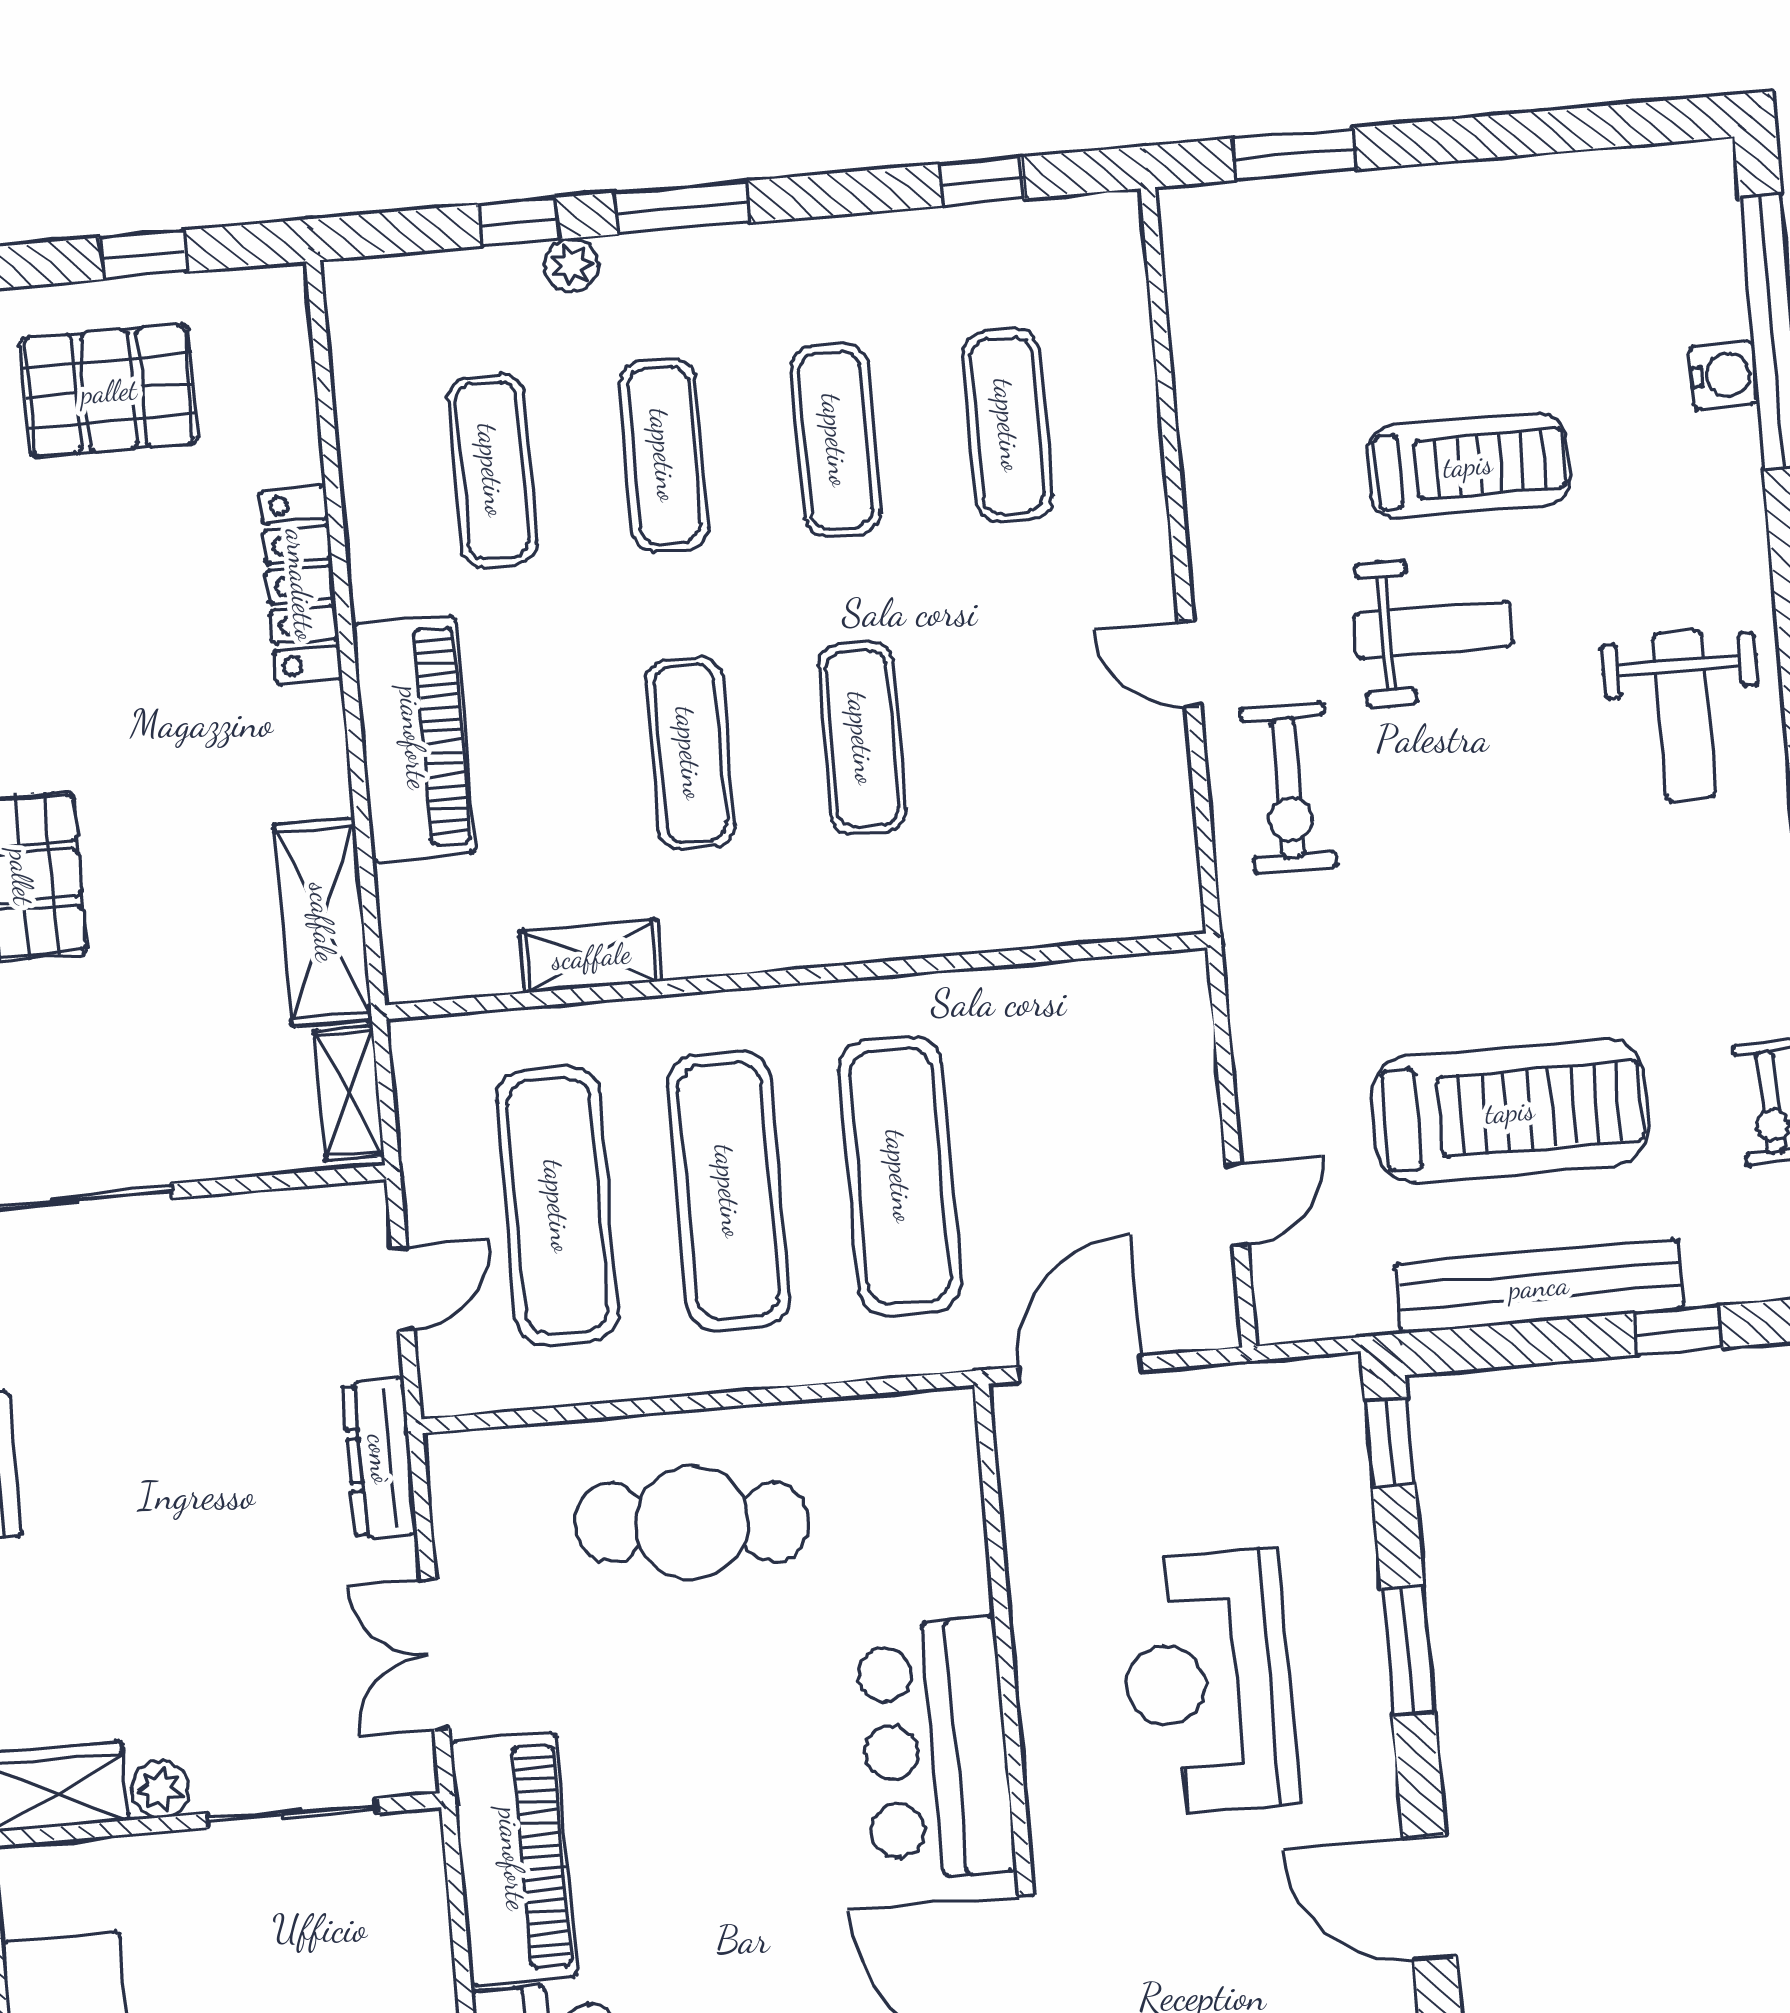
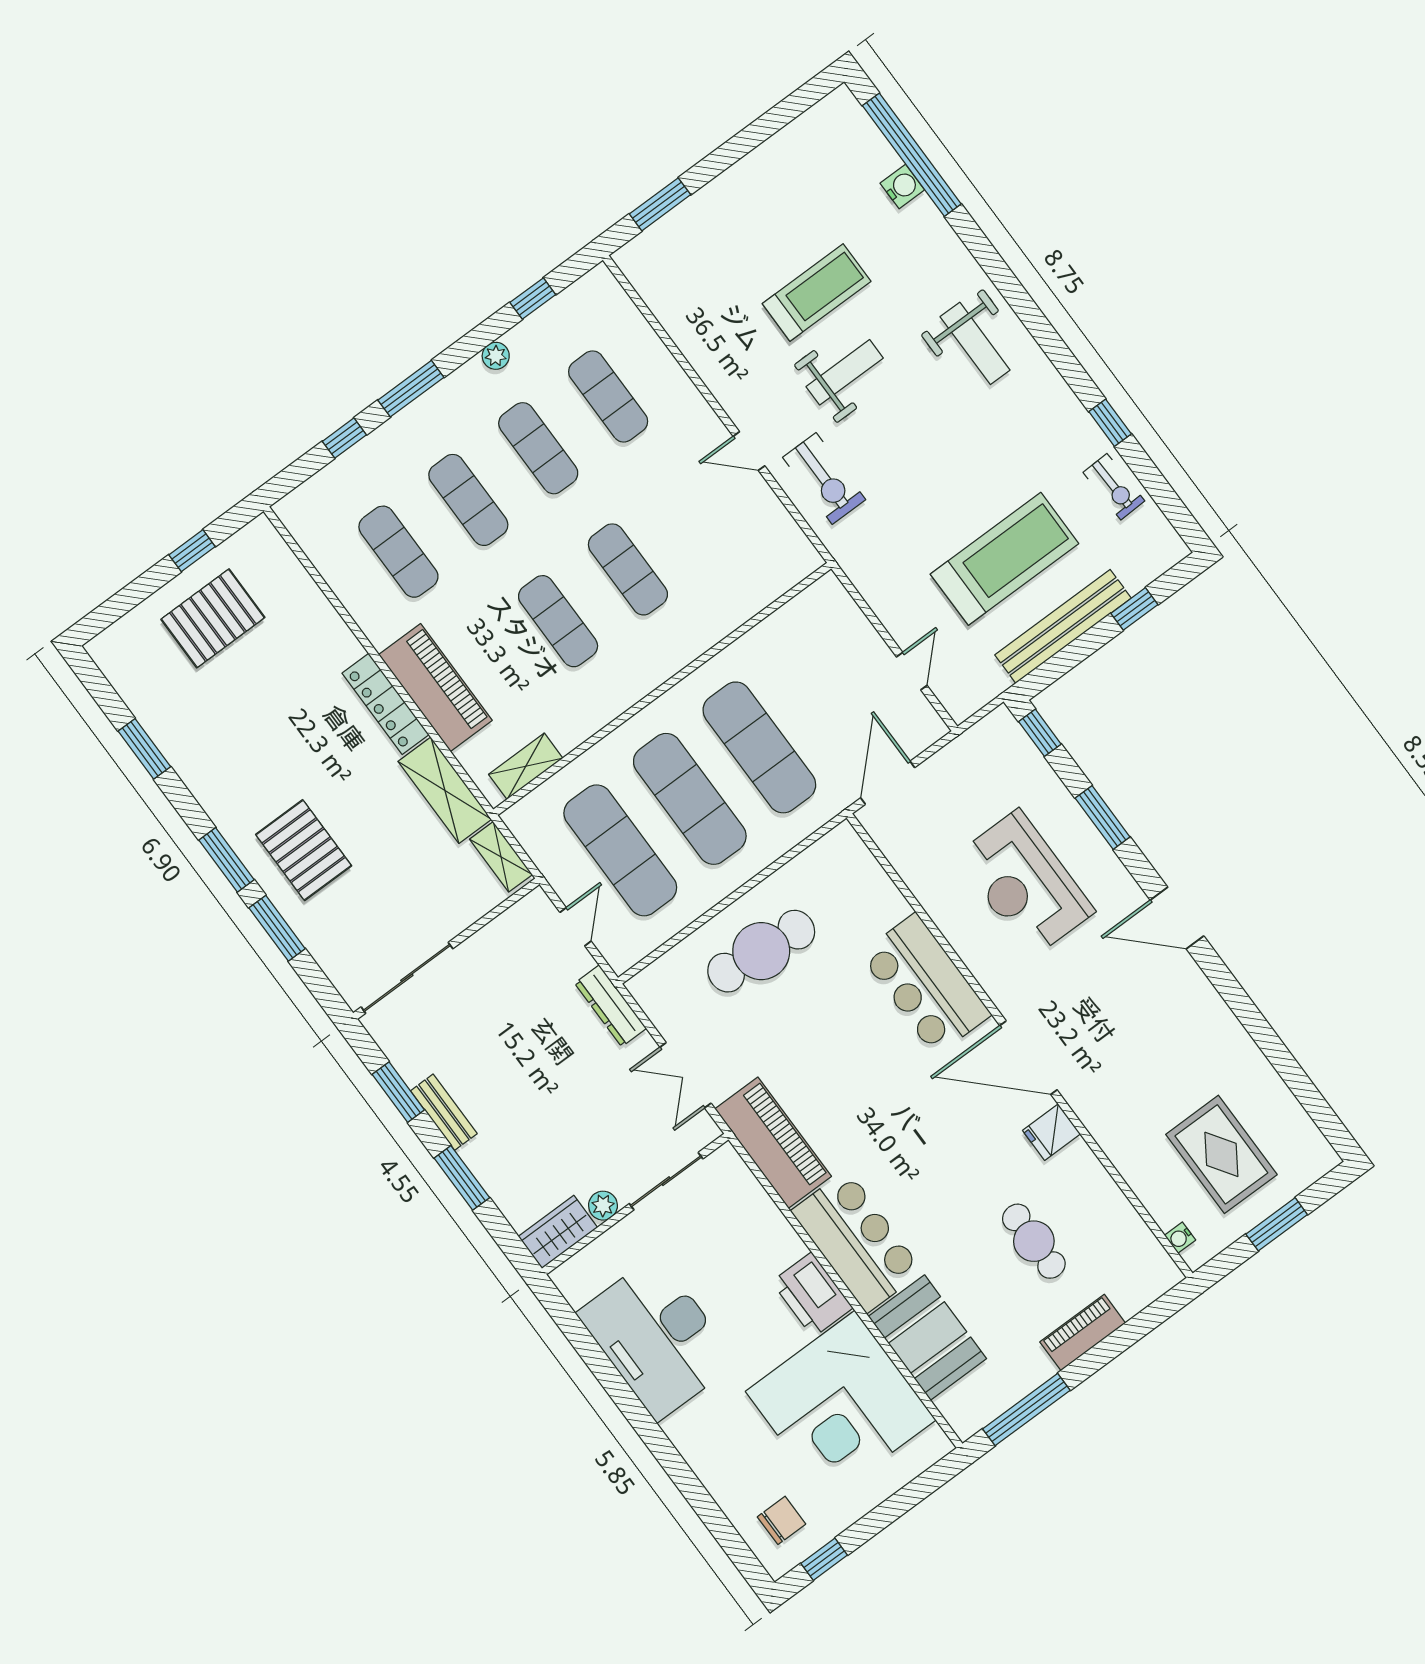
plant: (572, 265) -> (496, 356), moved
locker: (301, 585) -> (385, 704), moved
shelving: (591, 956) -> (526, 766), moved

